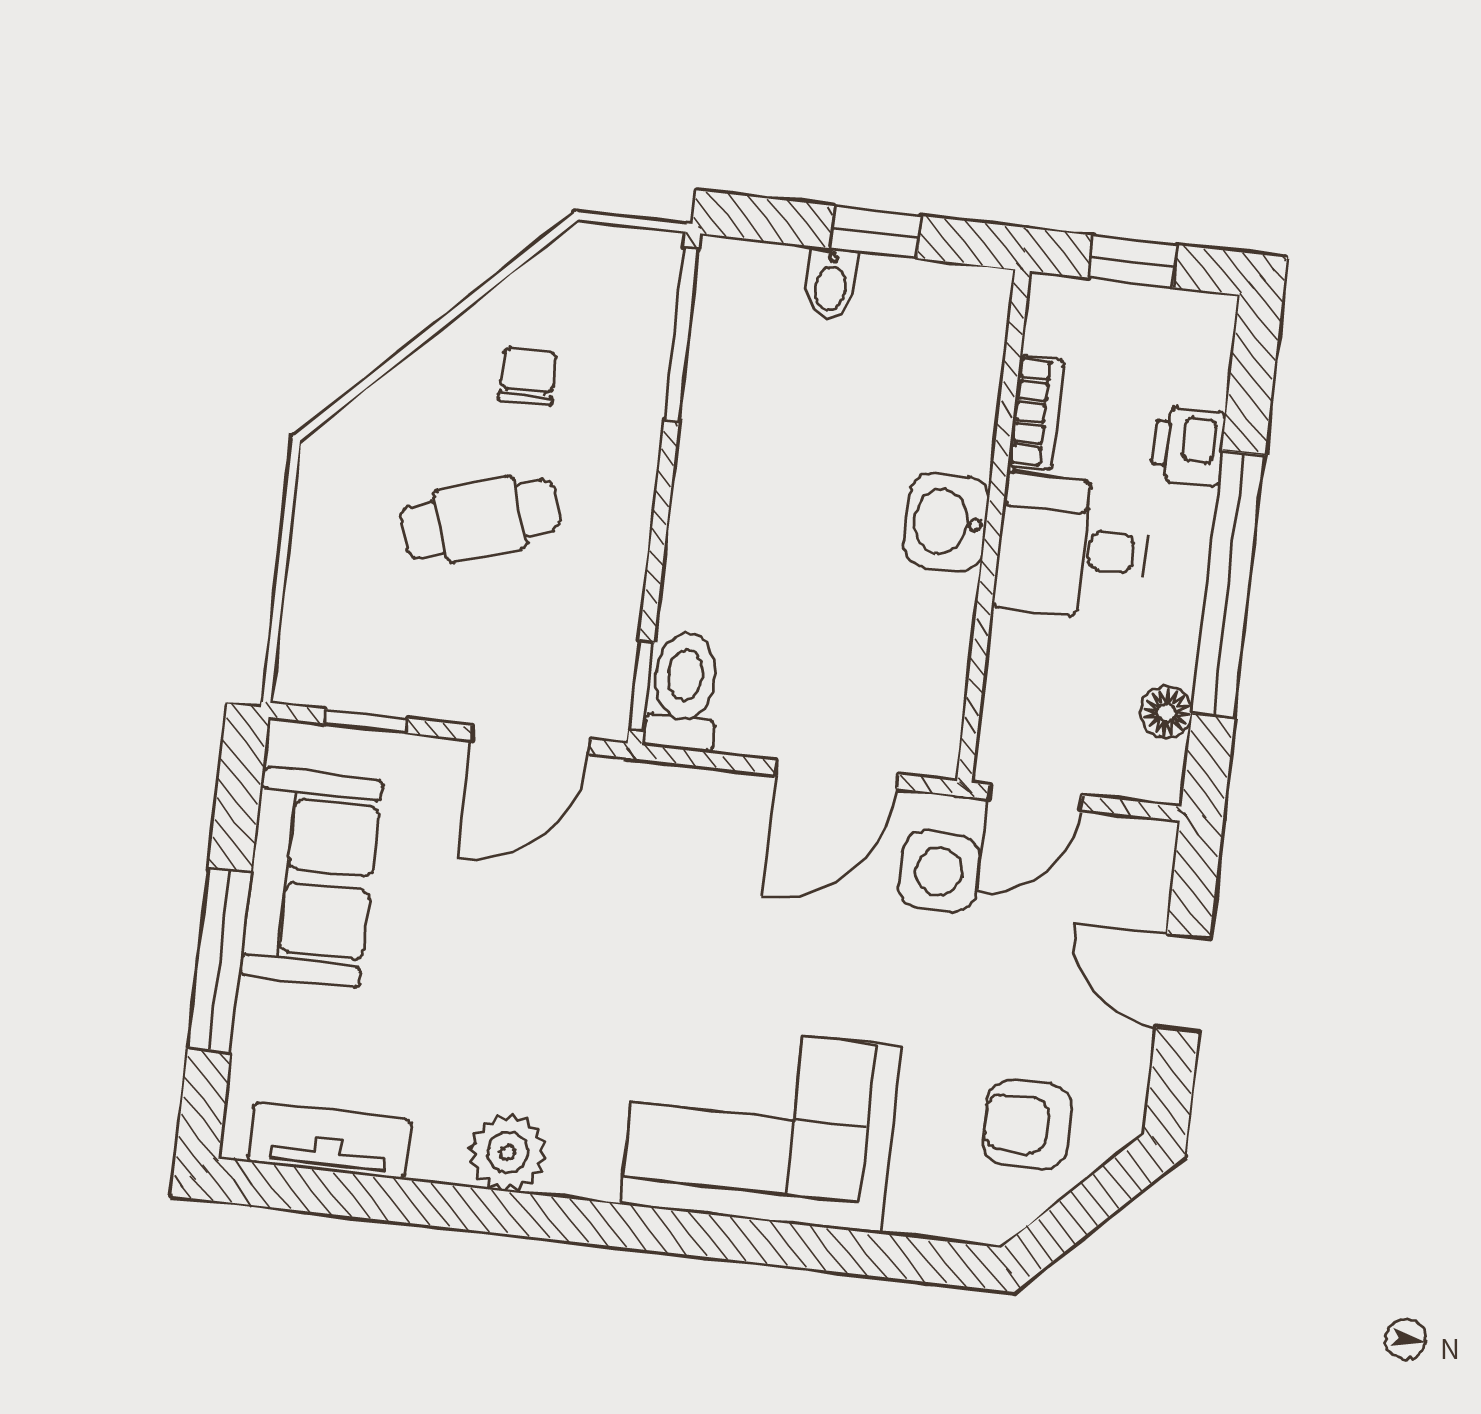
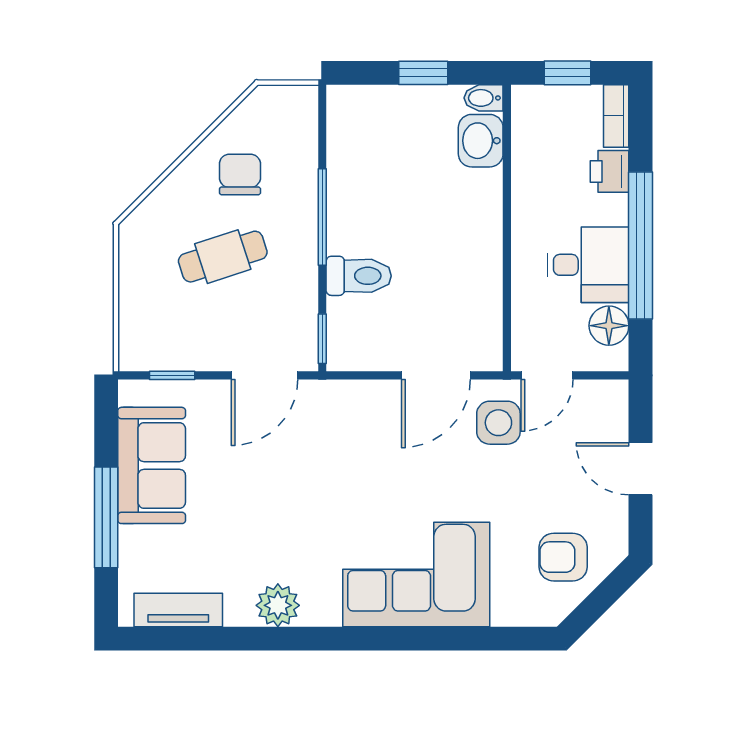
bidet: (831, 283) -> (484, 98), moved, turned 90
window: (681, 334) -> (322, 217), moved
chair: (528, 376) -> (240, 175), width x1.37, depth x1.37
bookcase: (1036, 413) -> (616, 116), moved, turned 180
washbasin: (946, 522) -> (481, 141), moved
desk: (1072, 548) -> (588, 265), moved, turned 180
toilet: (684, 691) -> (359, 276), moved, turned 90
floor lamp: (1166, 712) -> (609, 326), width x1.37, depth x1.37

